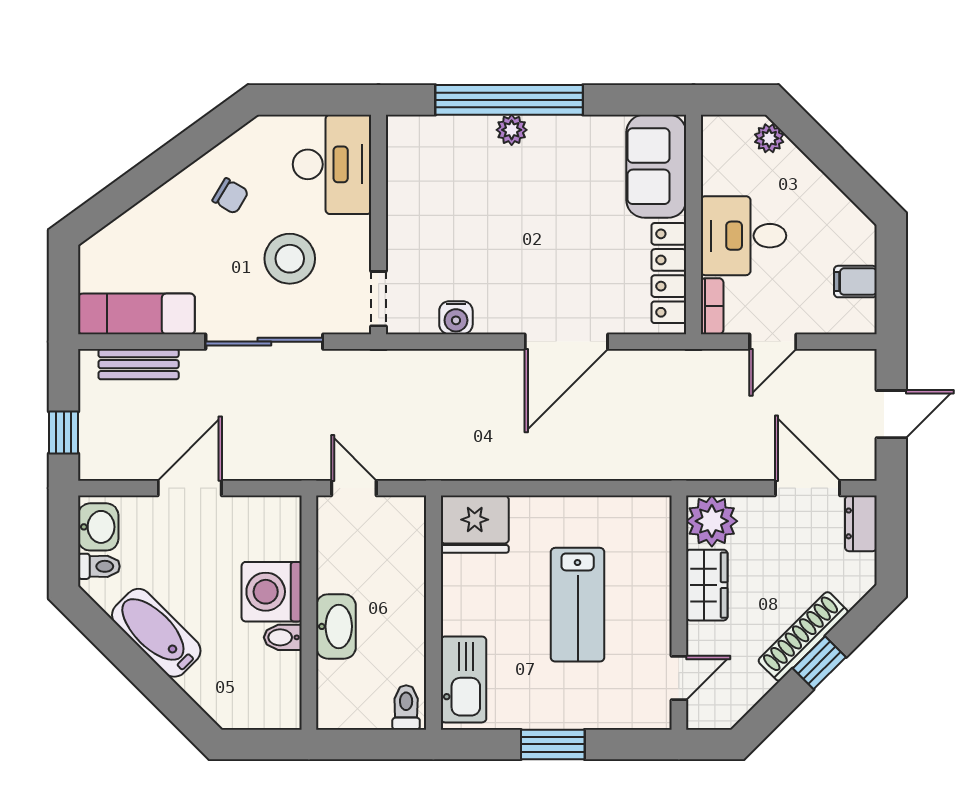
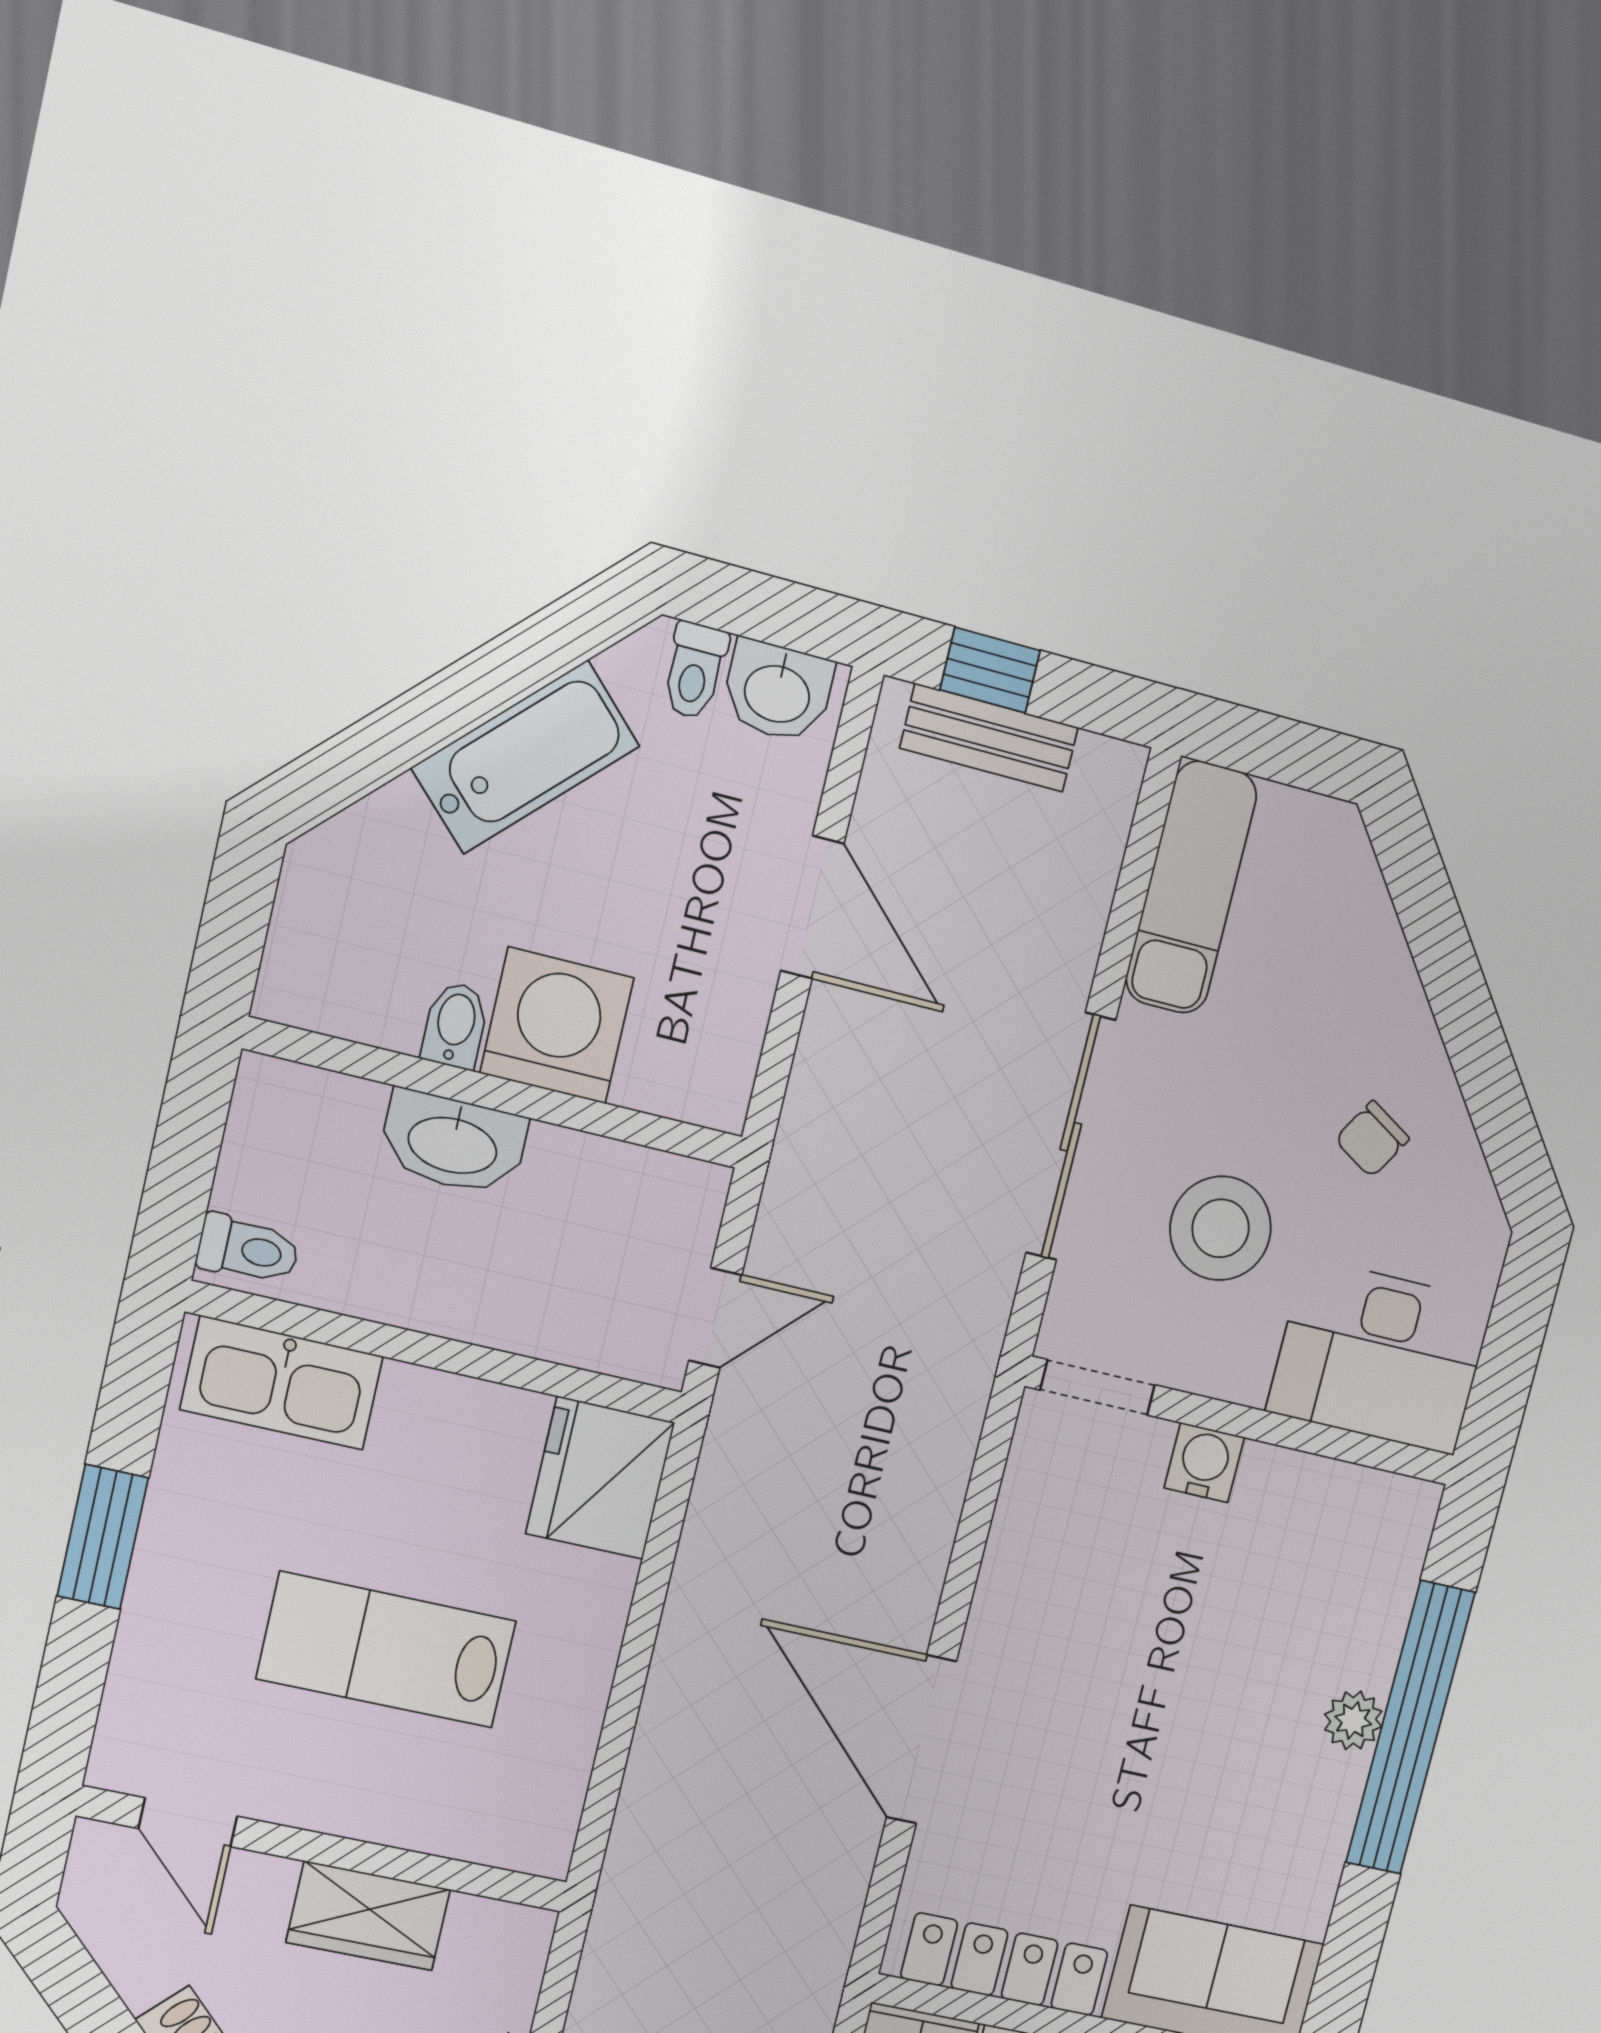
water cooler: (456, 318) -> (1204, 1463), moved, turned 90
bench: (139, 364) -> (989, 738), moved, turned 90
door: (354, 488) -> (715, 1318), moved
plant: (712, 521) -> (496, 1951), removed

